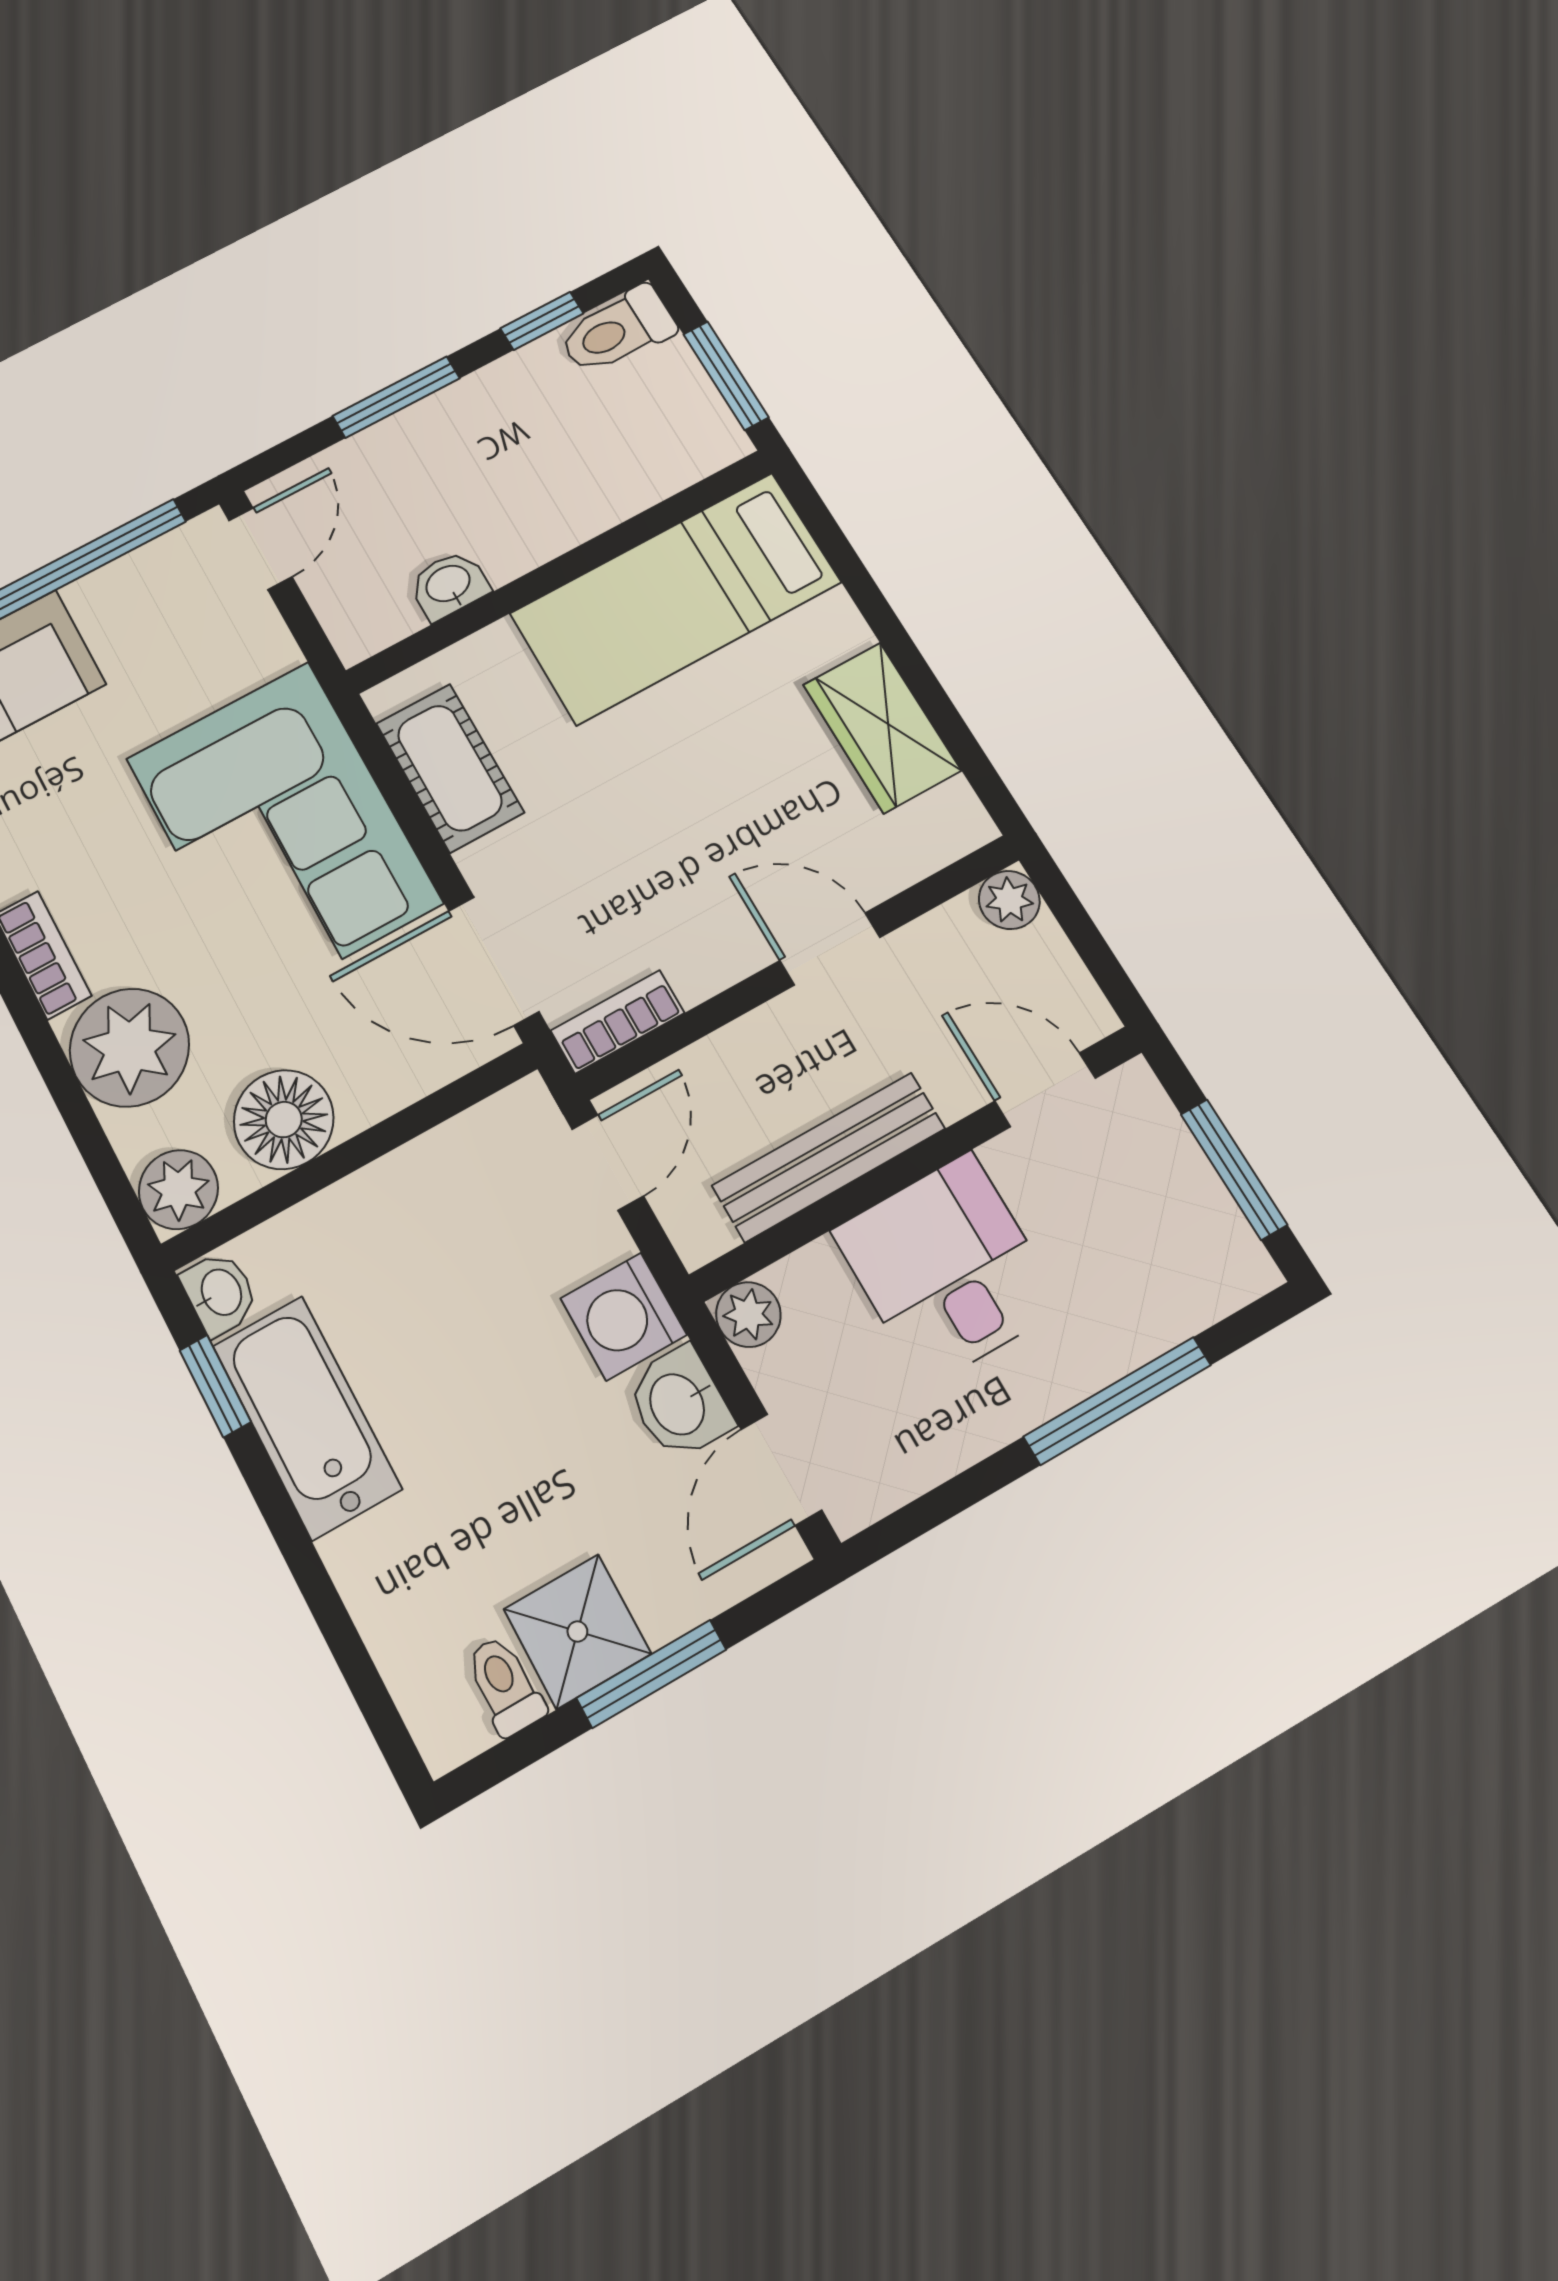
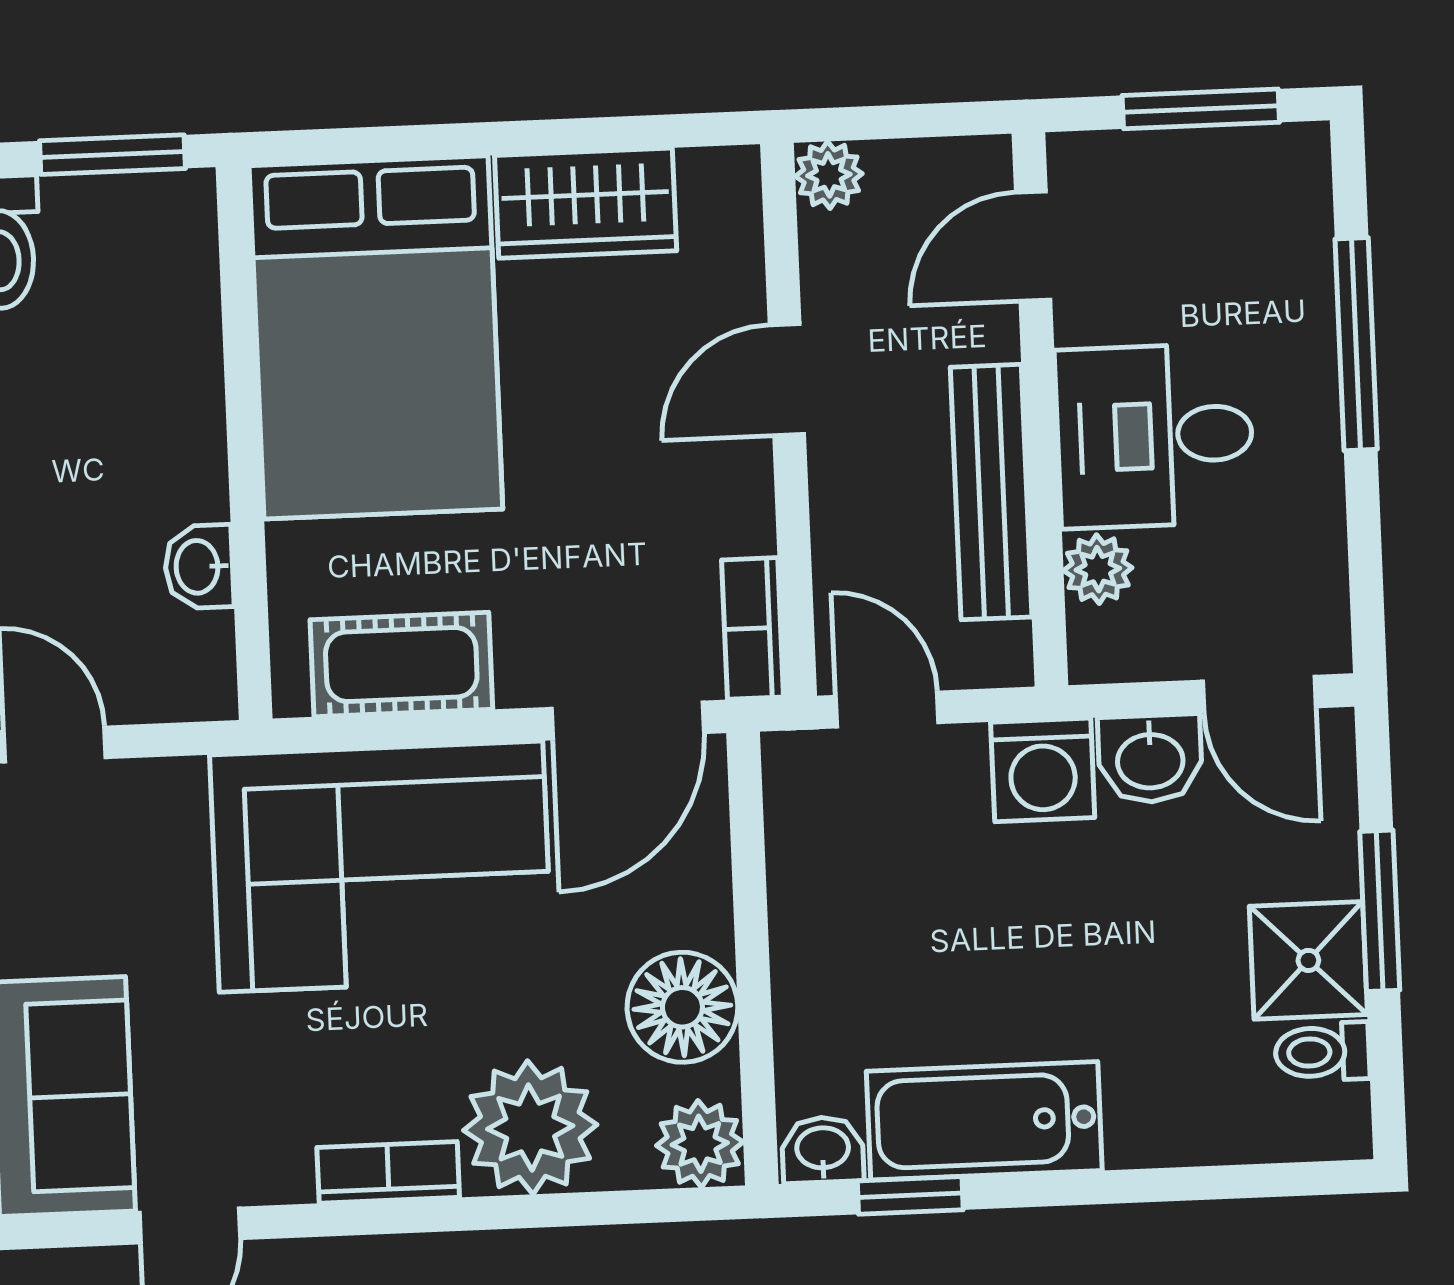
bed: (675, 598) -> (376, 337), width x1.50
plant: (748, 1315) -> (1098, 569), moved

